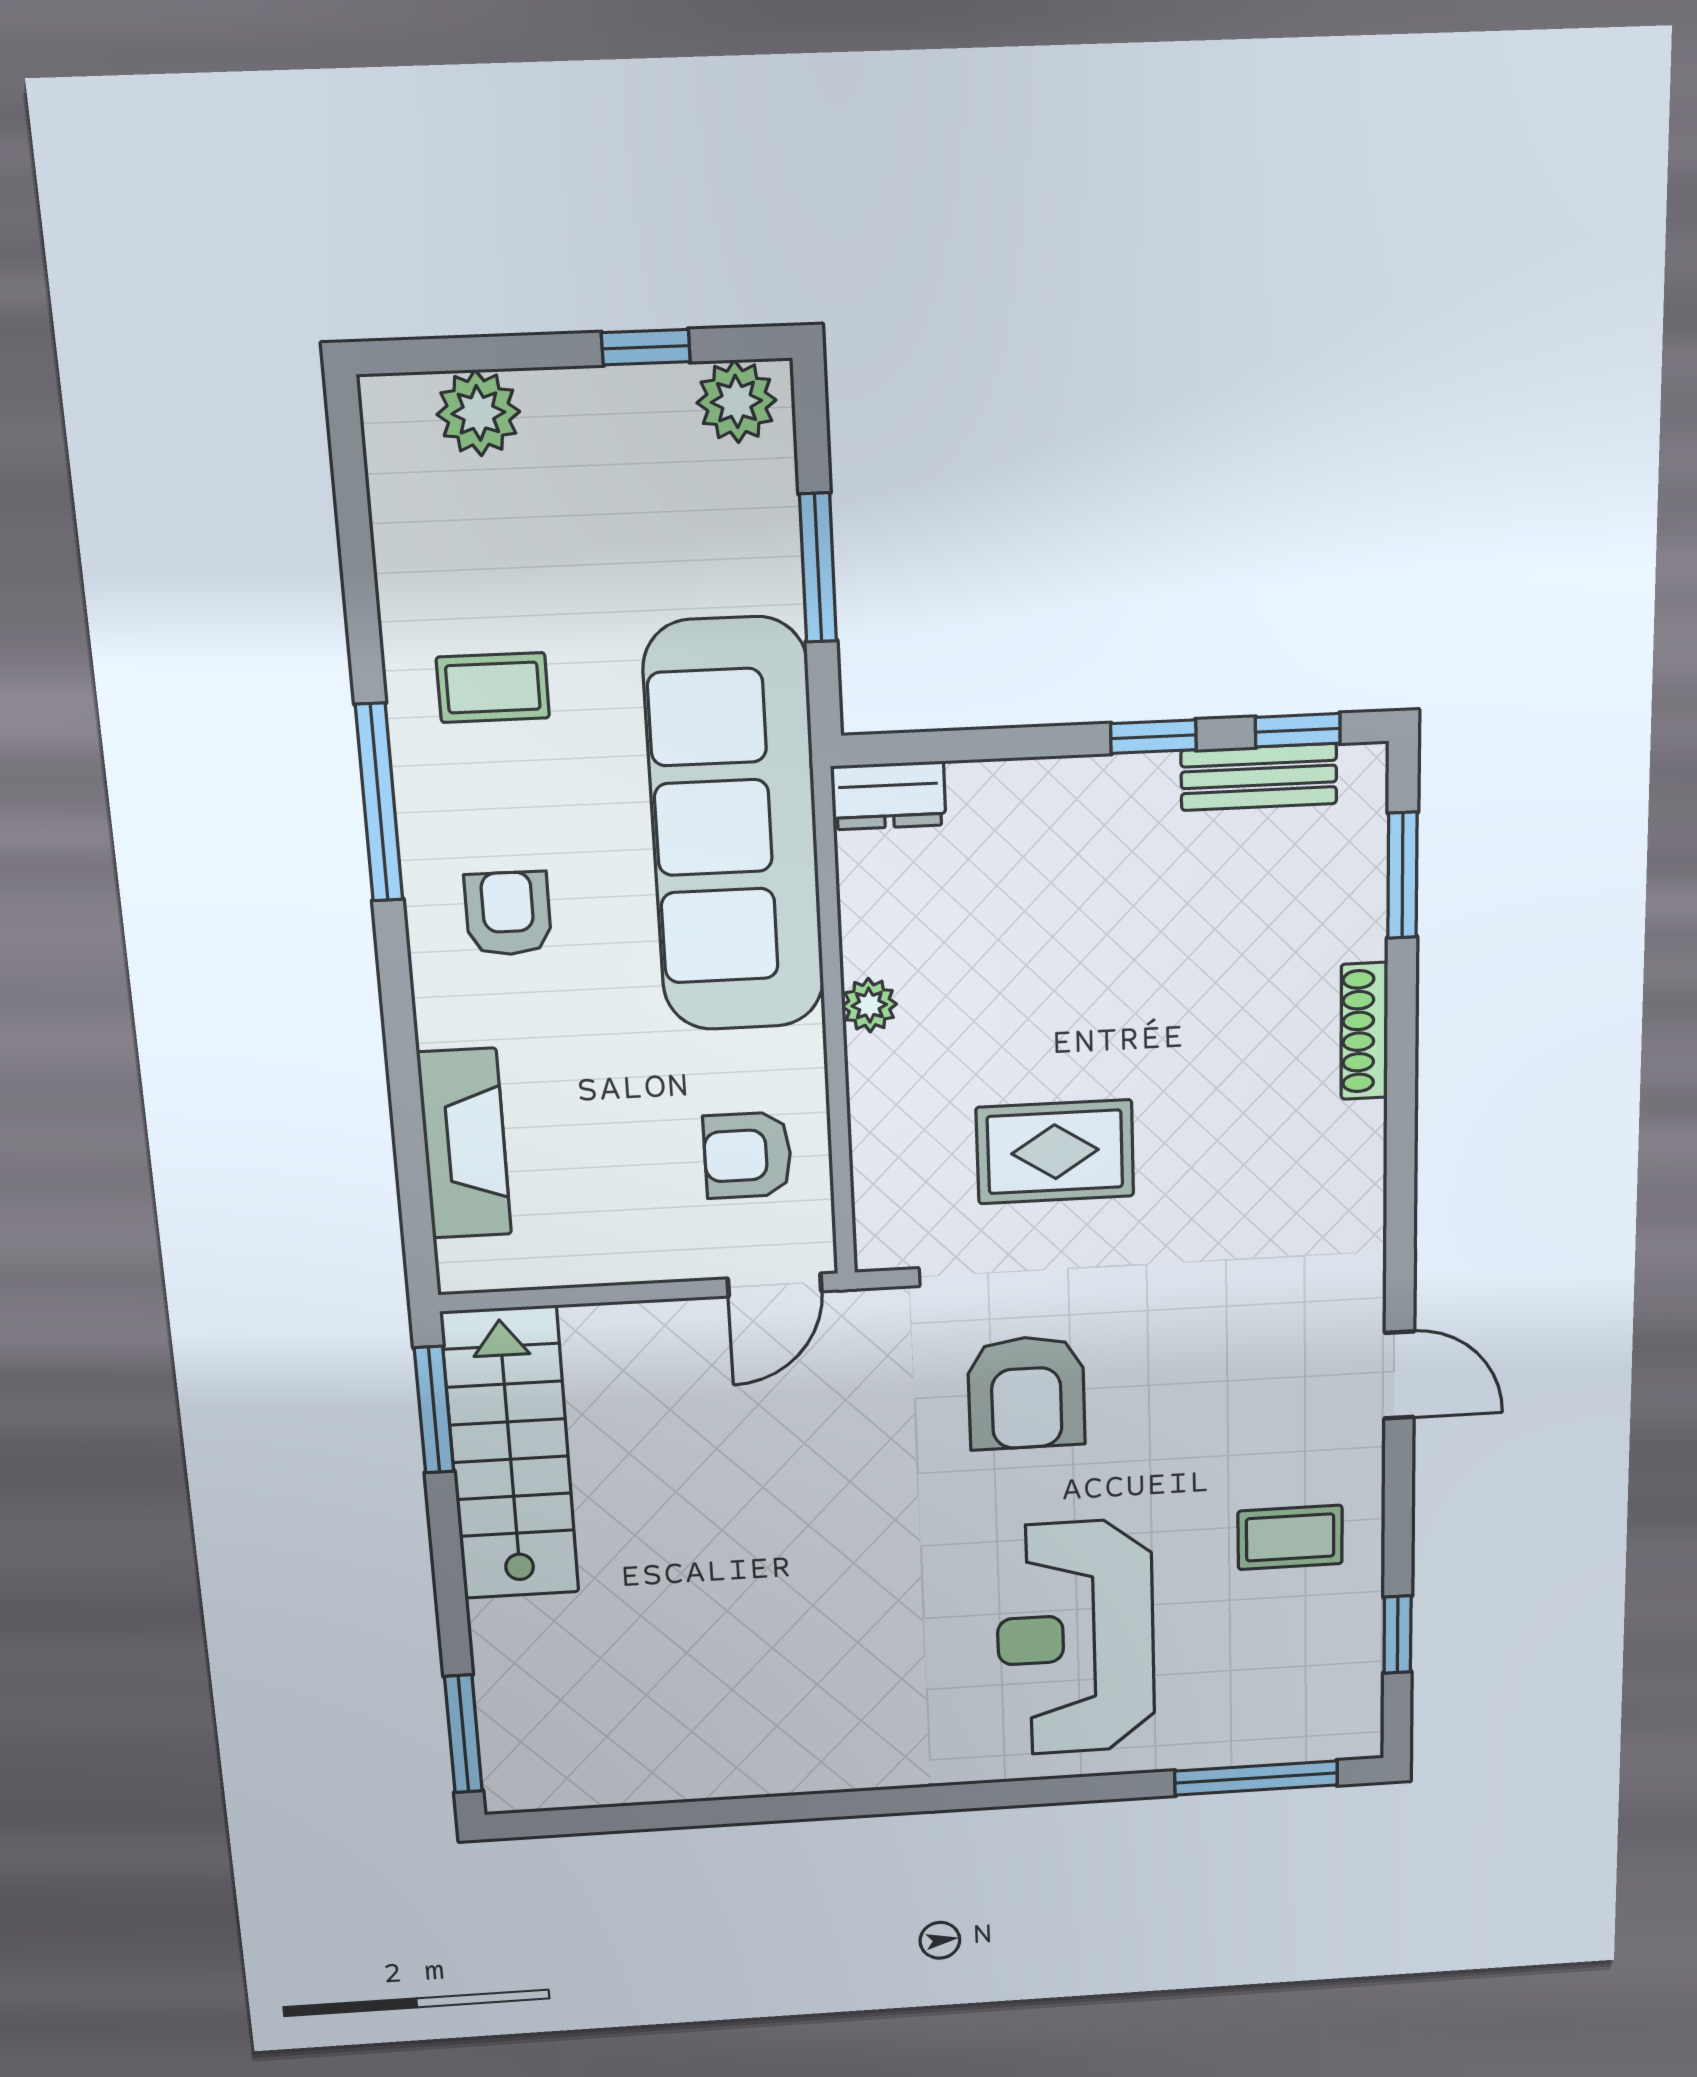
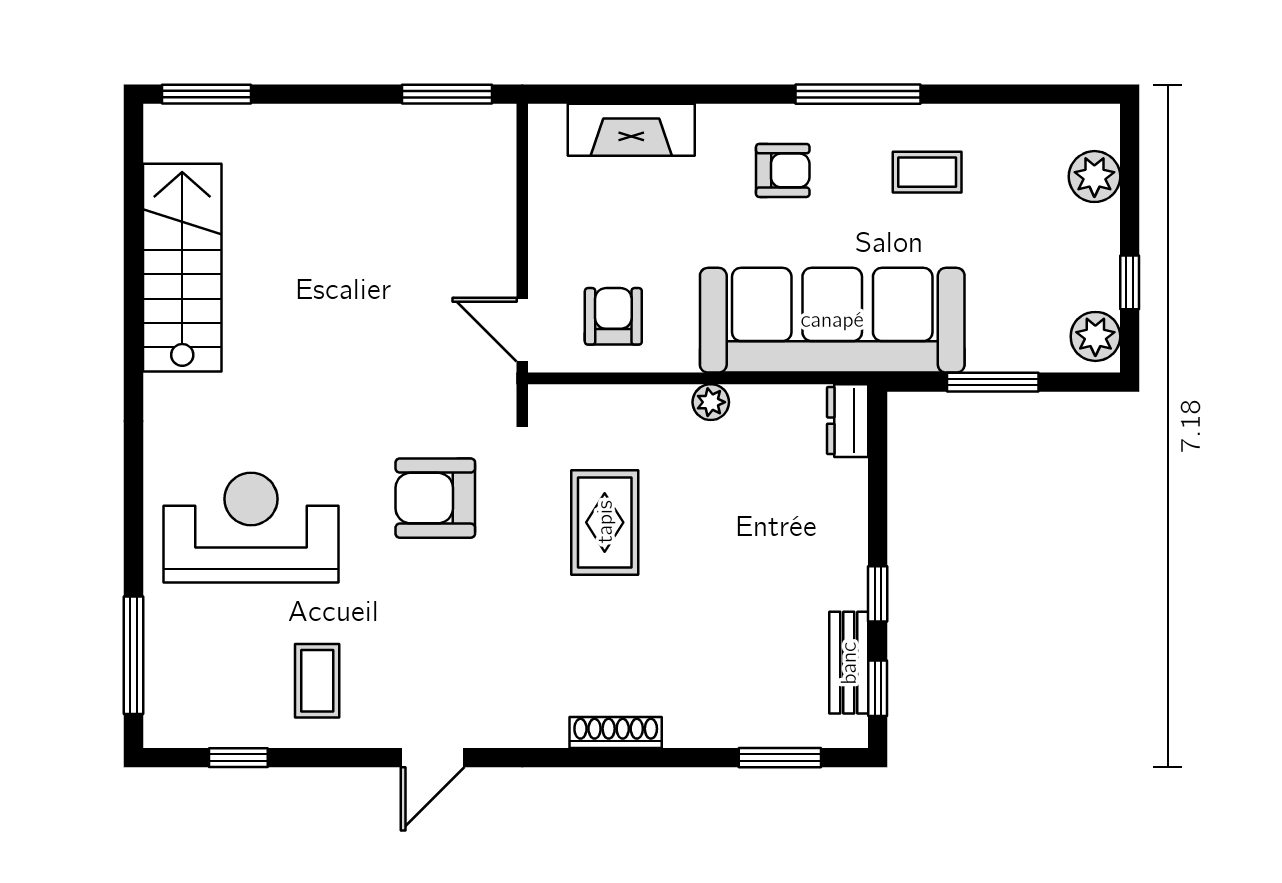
coffee table: (493, 688) -> (927, 172), turned 90
shoe rack: (1364, 1031) -> (616, 732), moved
stairs: (510, 1453) -> (182, 268), moved, turned -90

